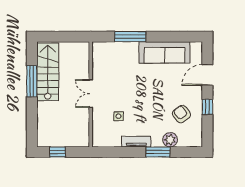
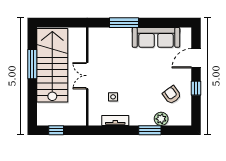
stairs: (48, 72) -> (52, 65), width x1.36, depth x1.51
tv unit: (136, 142) -> (115, 120), moved

